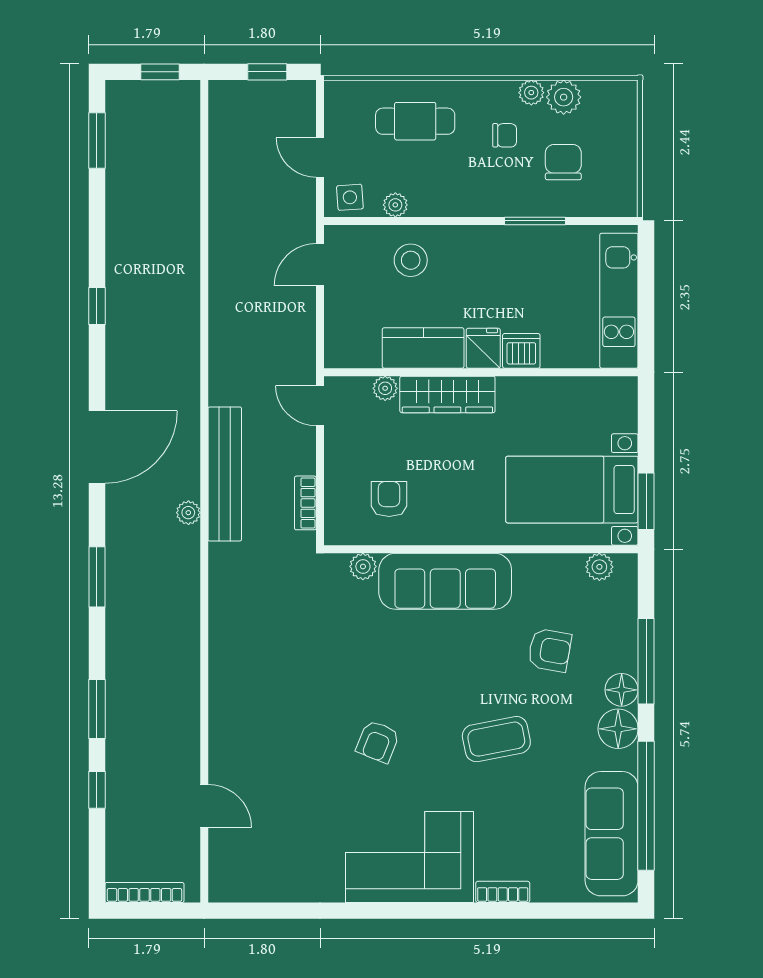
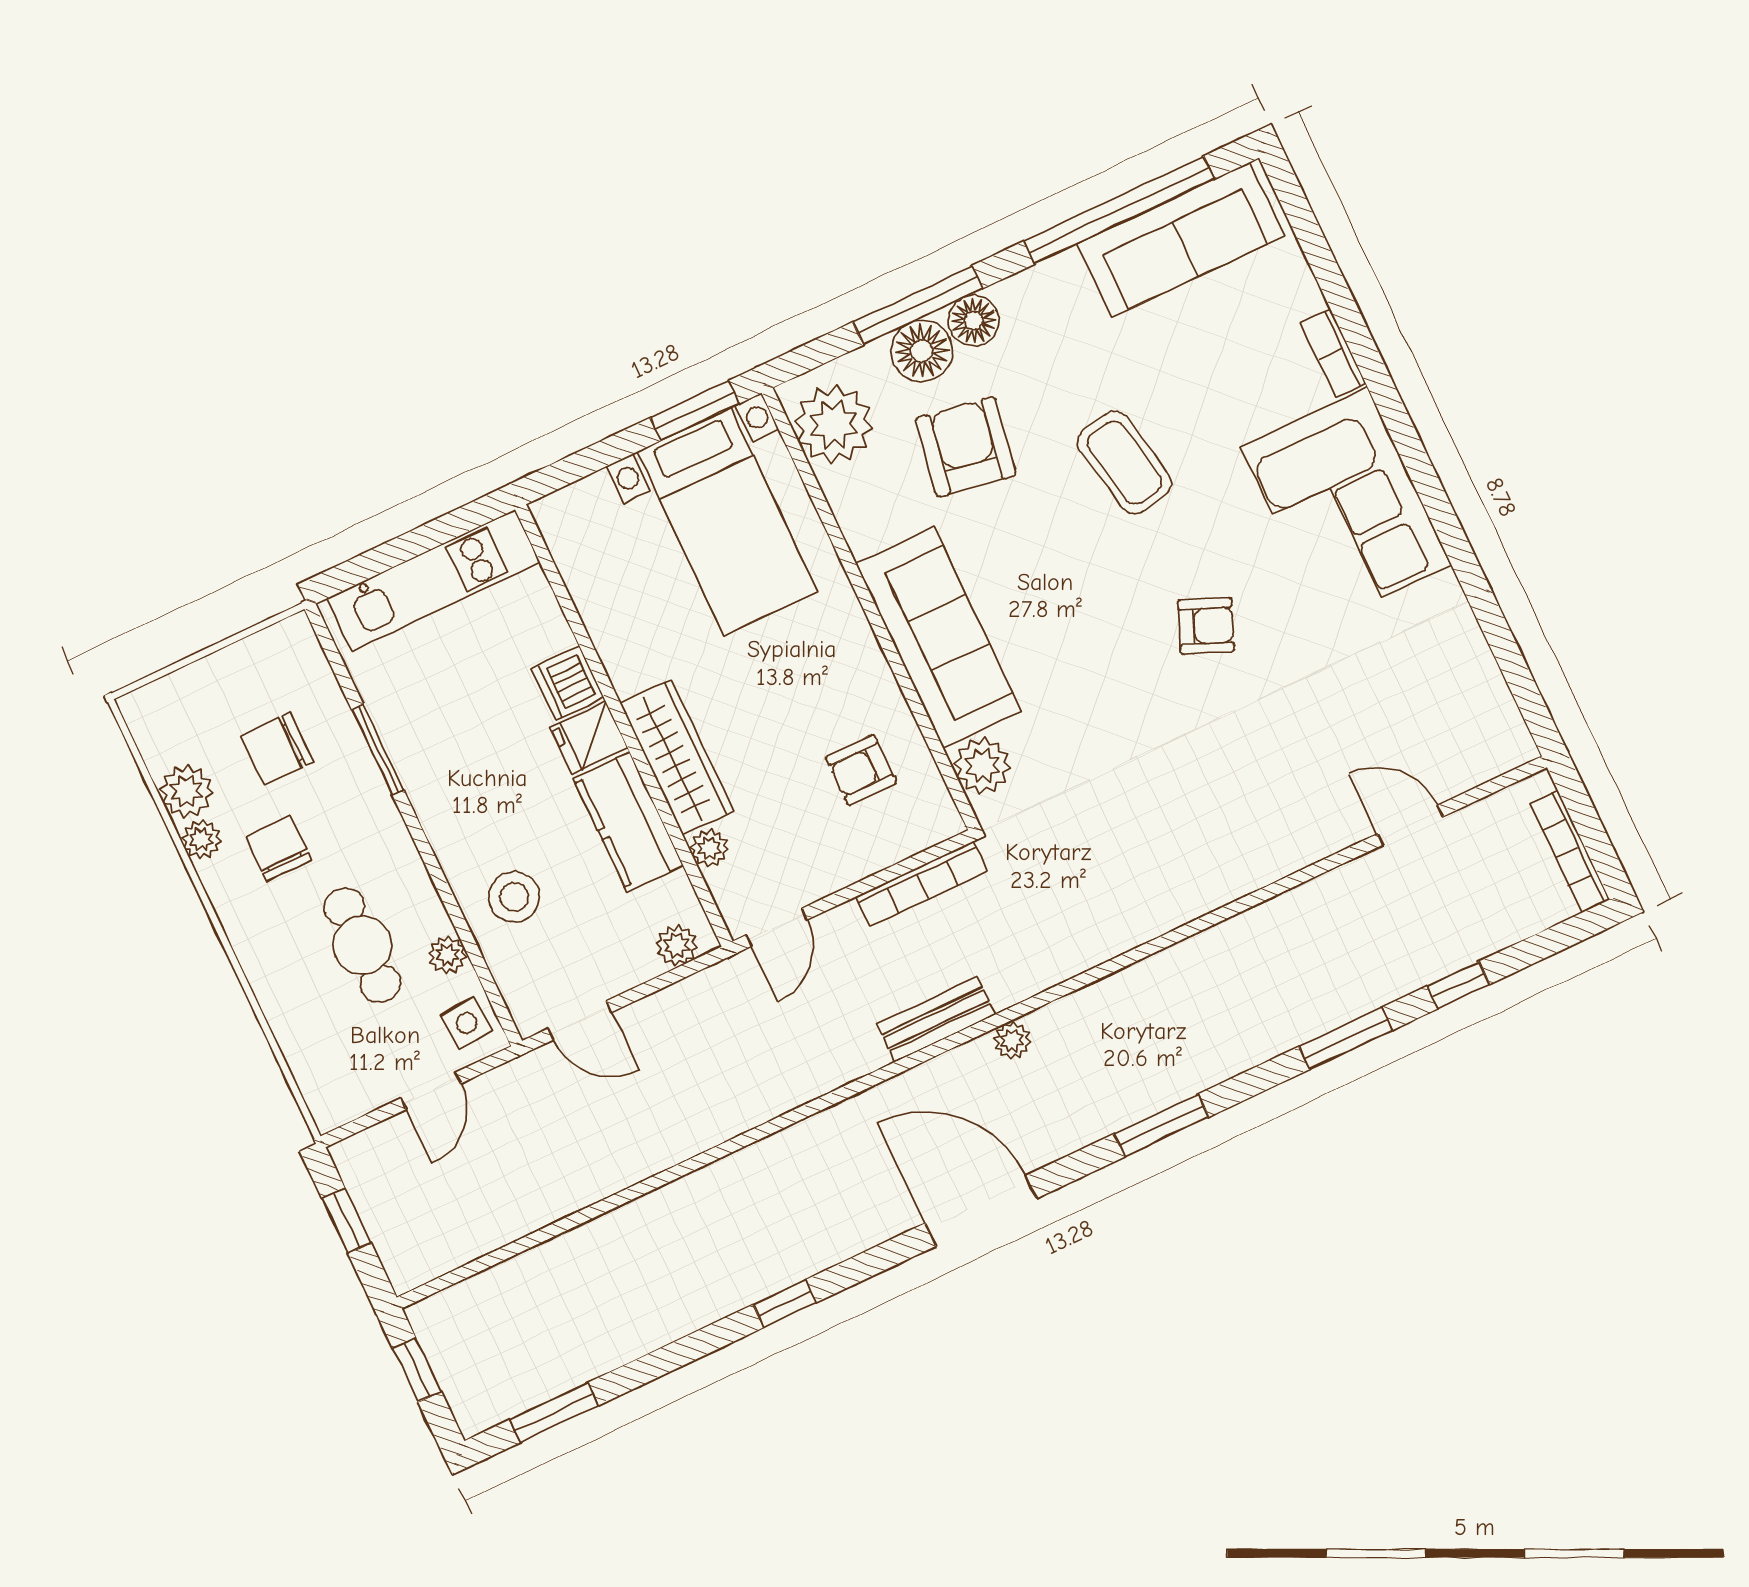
cafe table: (415, 121) -> (362, 945), moved
chair: (505, 135) -> (278, 848), width x1.37, depth x1.37
plant: (337, 342) -> (677, 945), added
bench: (225, 474) -> (936, 1019), width x0.54, depth x0.82
bookcase: (305, 503) -> (922, 884), width x1.56
plant: (363, 566) -> (982, 765), width x1.38, depth x1.38
plant: (599, 567) -> (834, 424), width x1.88, depth x1.88
armchair: (550, 650) -> (966, 447), width x1.38, depth x1.38
floor lamp: (618, 729) -> (922, 351), moved
door: (204, 806) -> (1410, 825), hinge flipped

